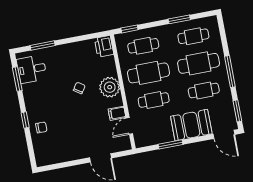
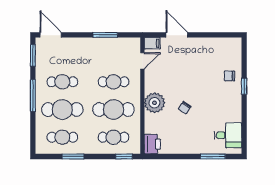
window: (17, 79) -> (244, 128), removed
filing cabinet: (117, 113) -> (152, 43), moved
booth: (191, 125) -> (81, 50), removed

